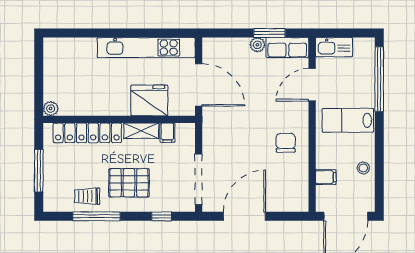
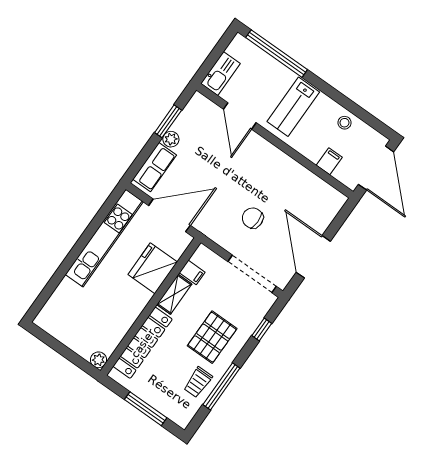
row of seats: (287, 48) -> (155, 167), moved
chair: (286, 143) -> (253, 218), moved

